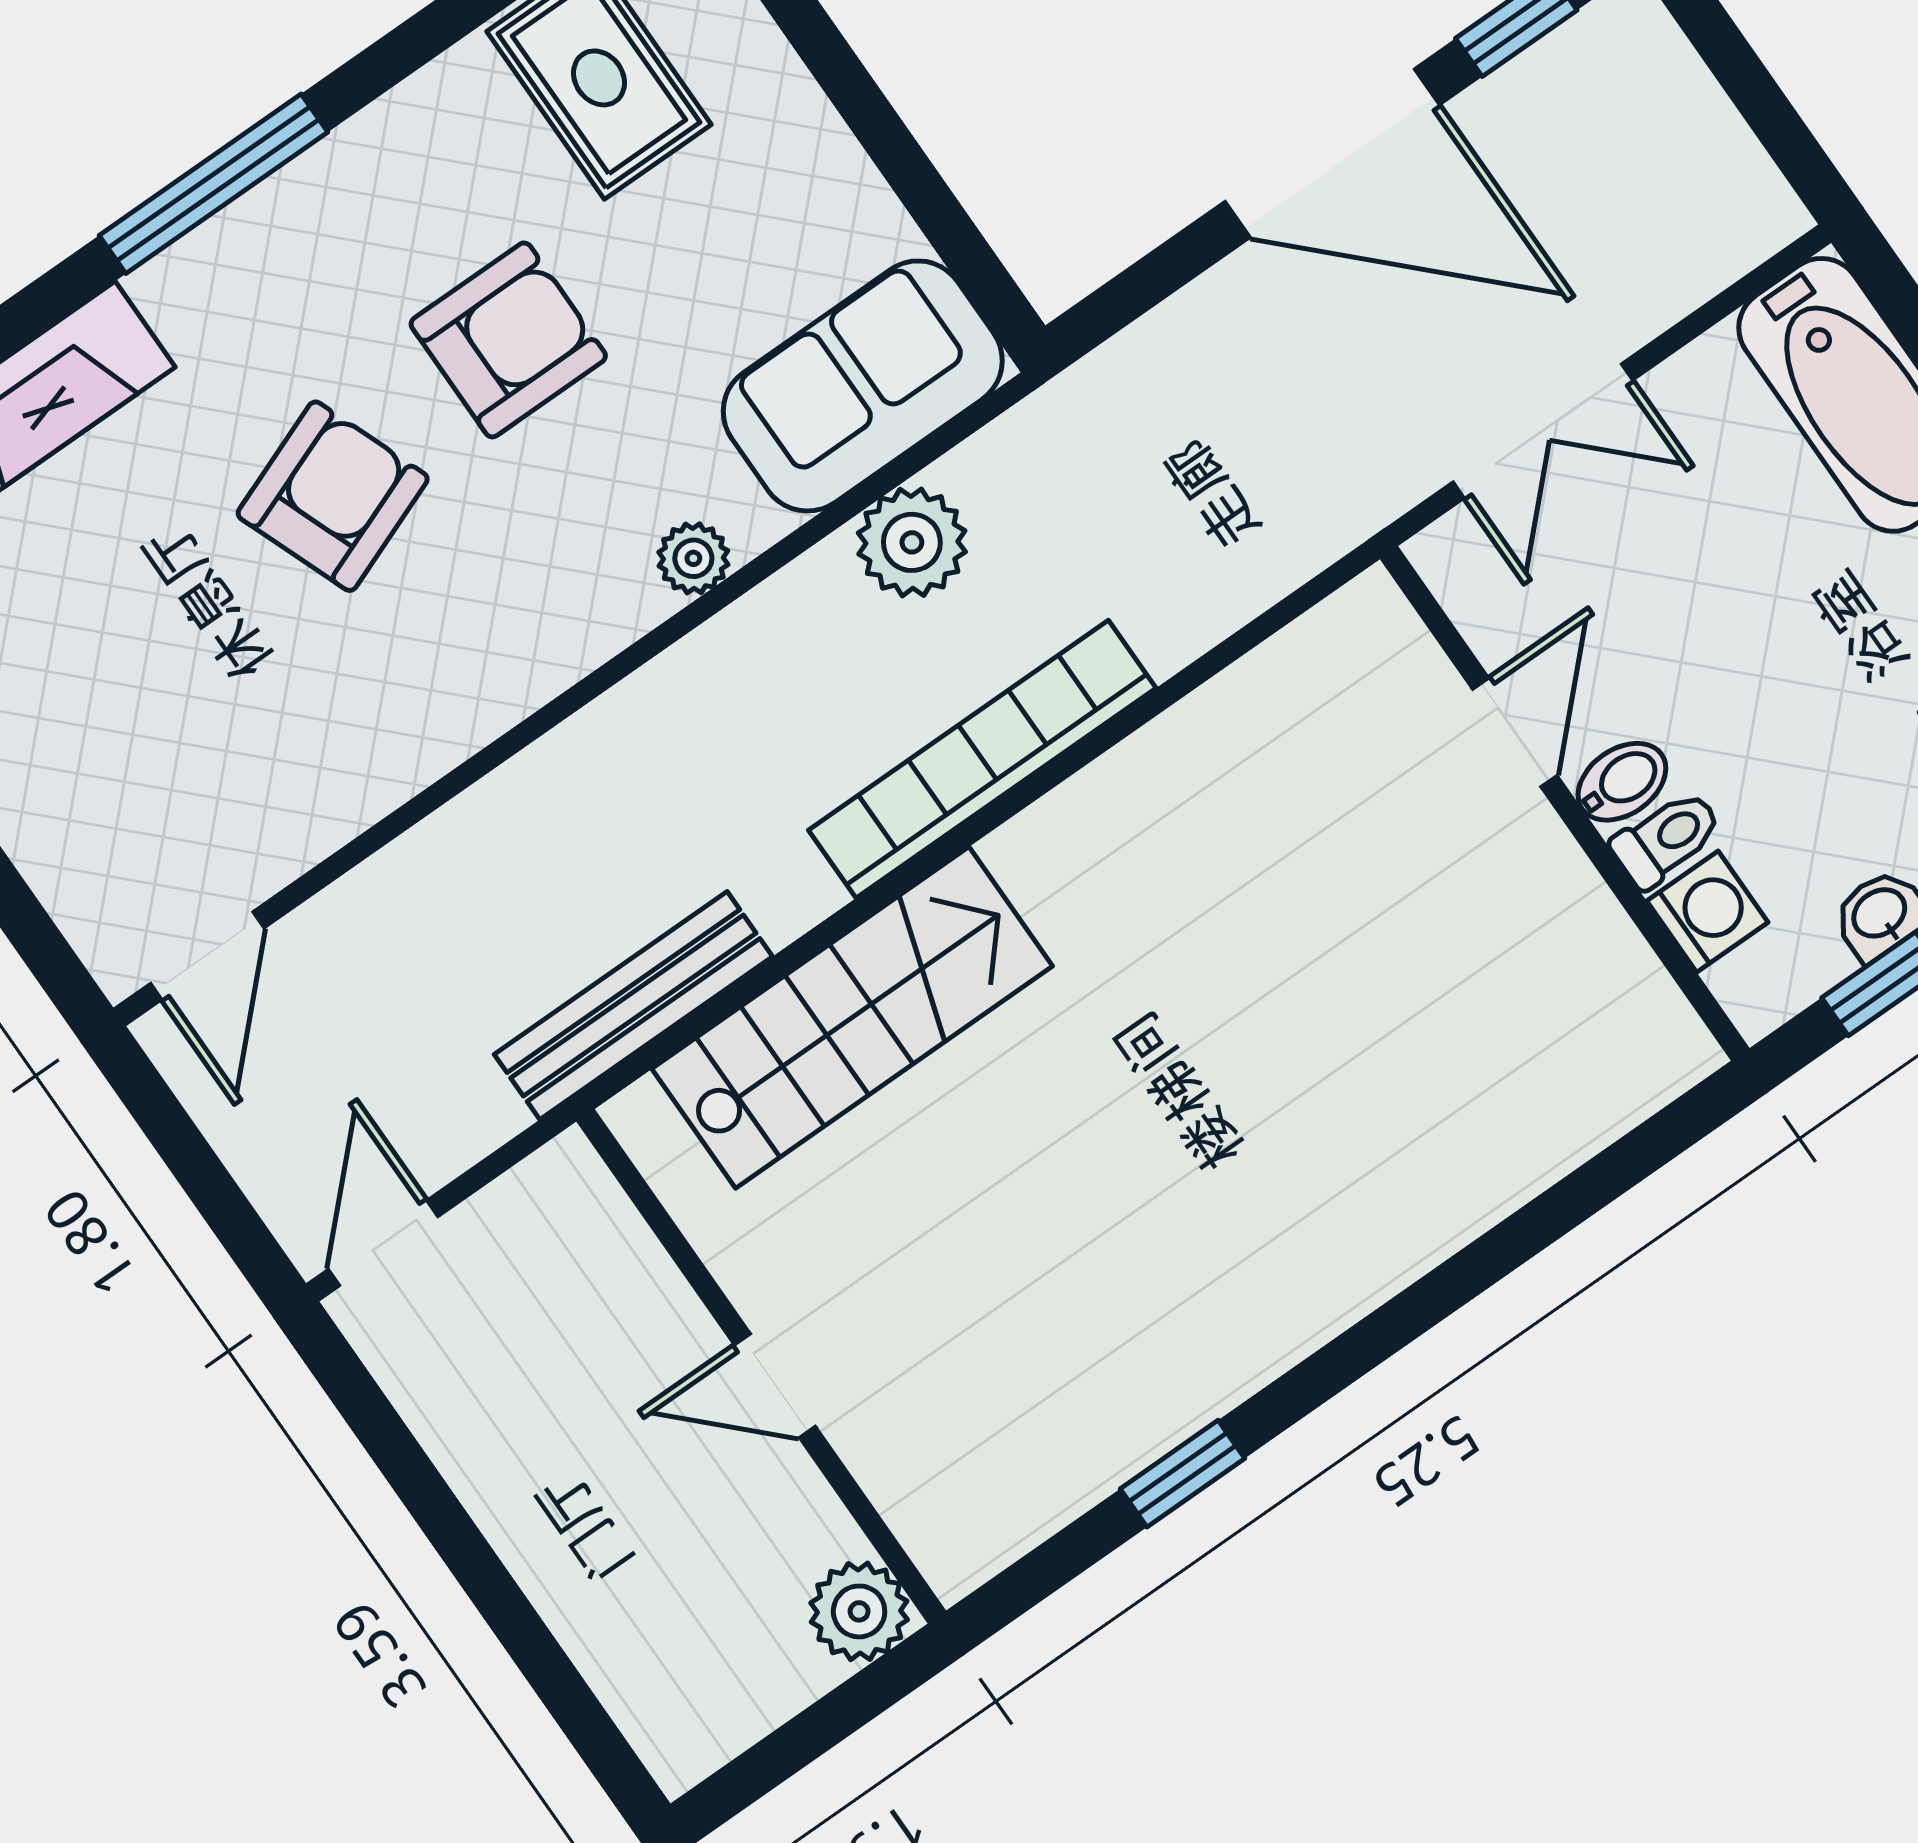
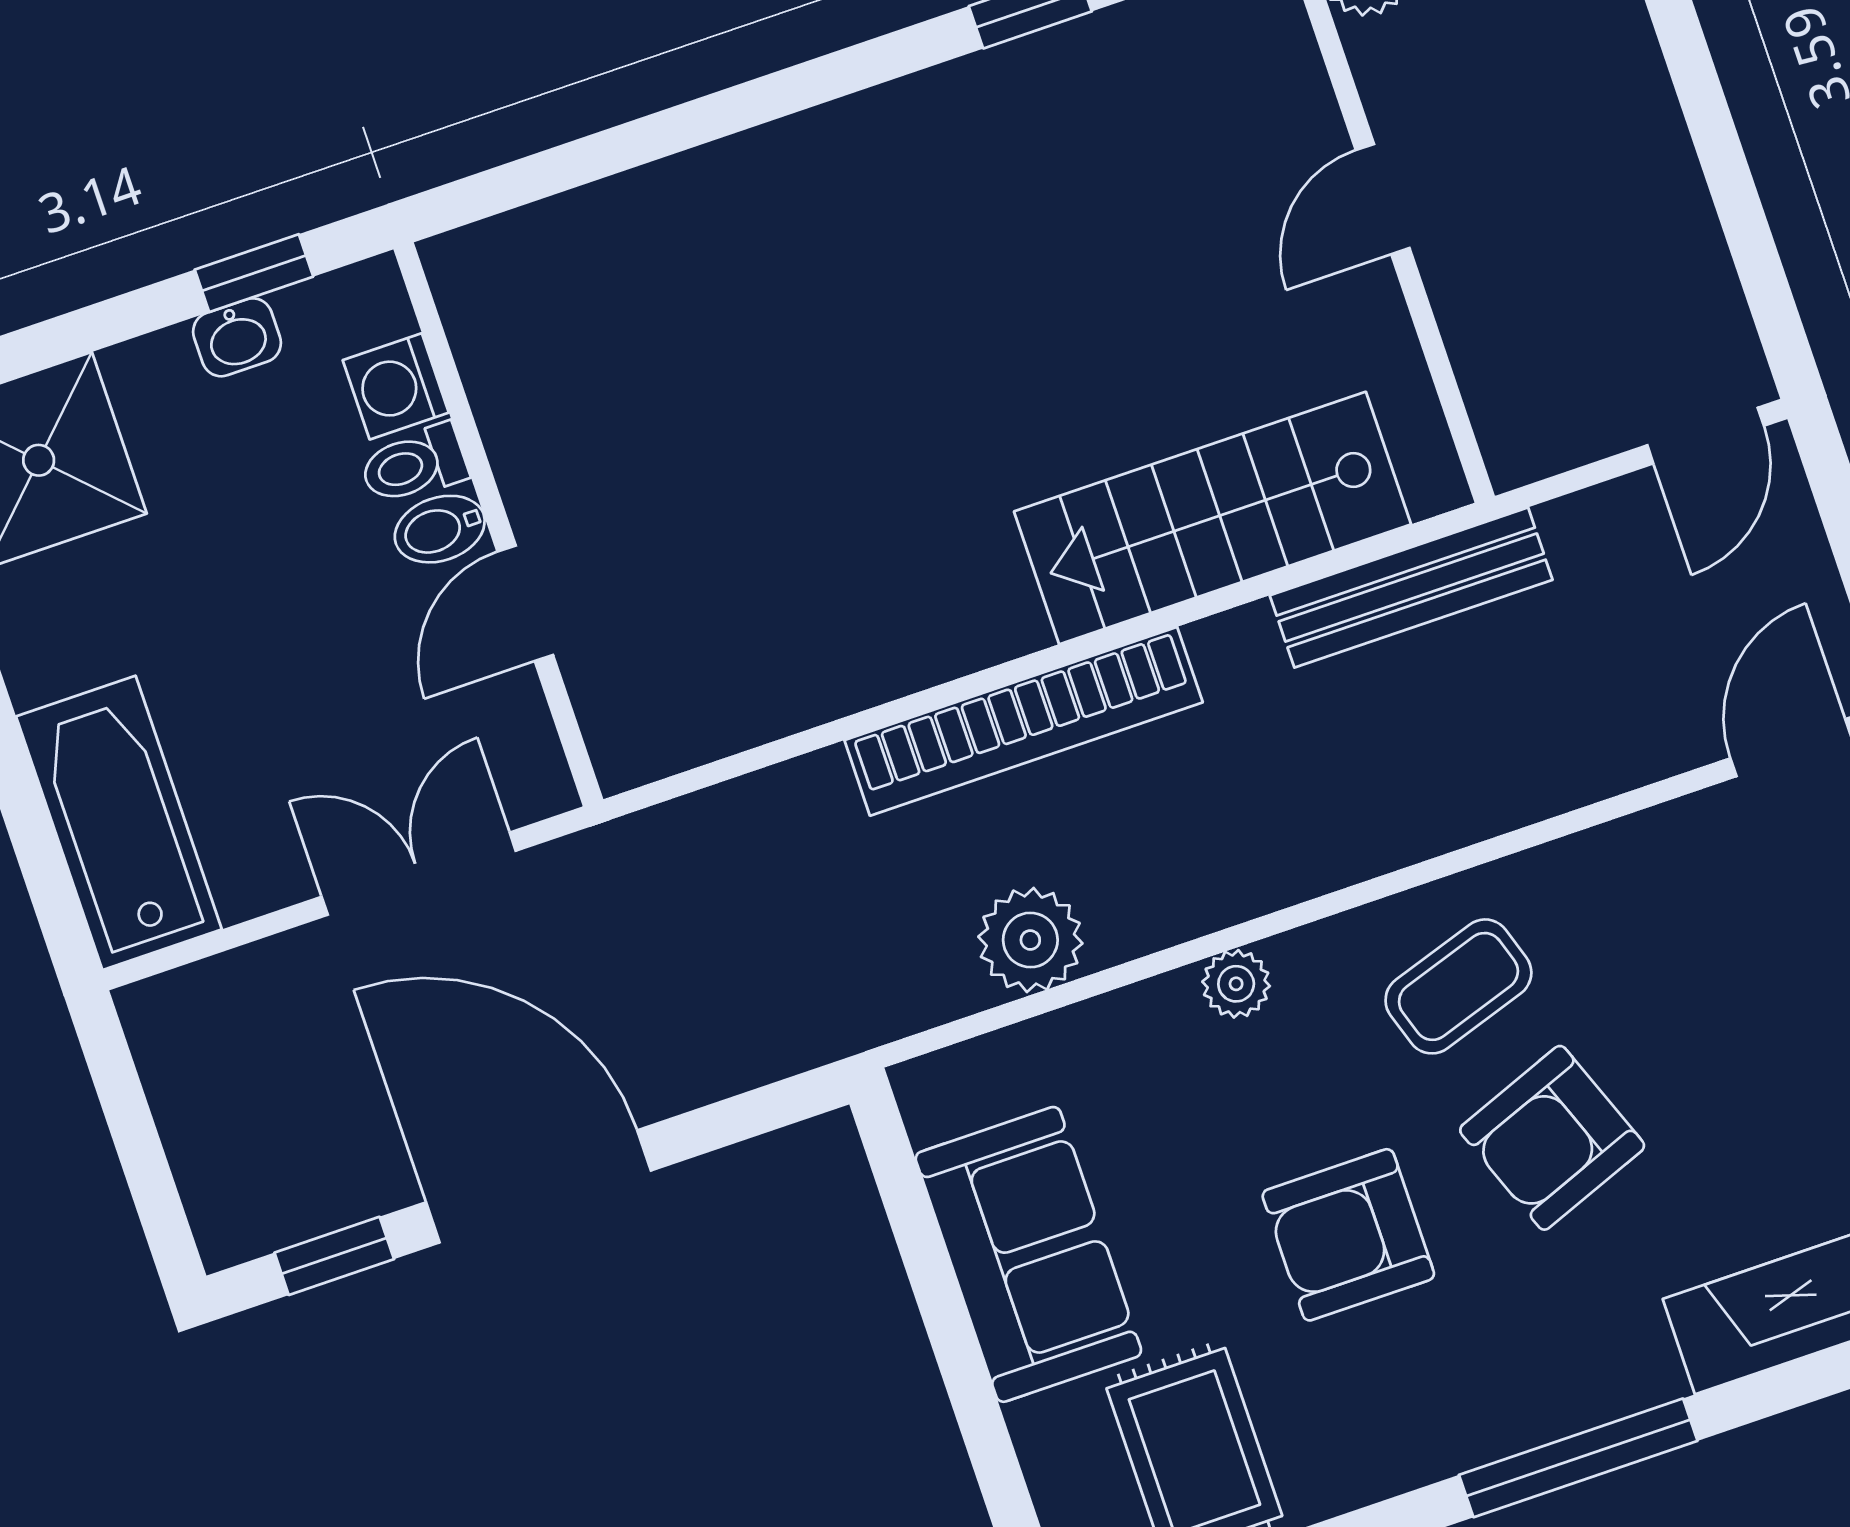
sofa: (863, 386) -> (1028, 1254), moved, turned -90
coffee table: (470, 620) -> (1458, 986), added
door: (775, 1386) -> (1383, 199), swing flipped

